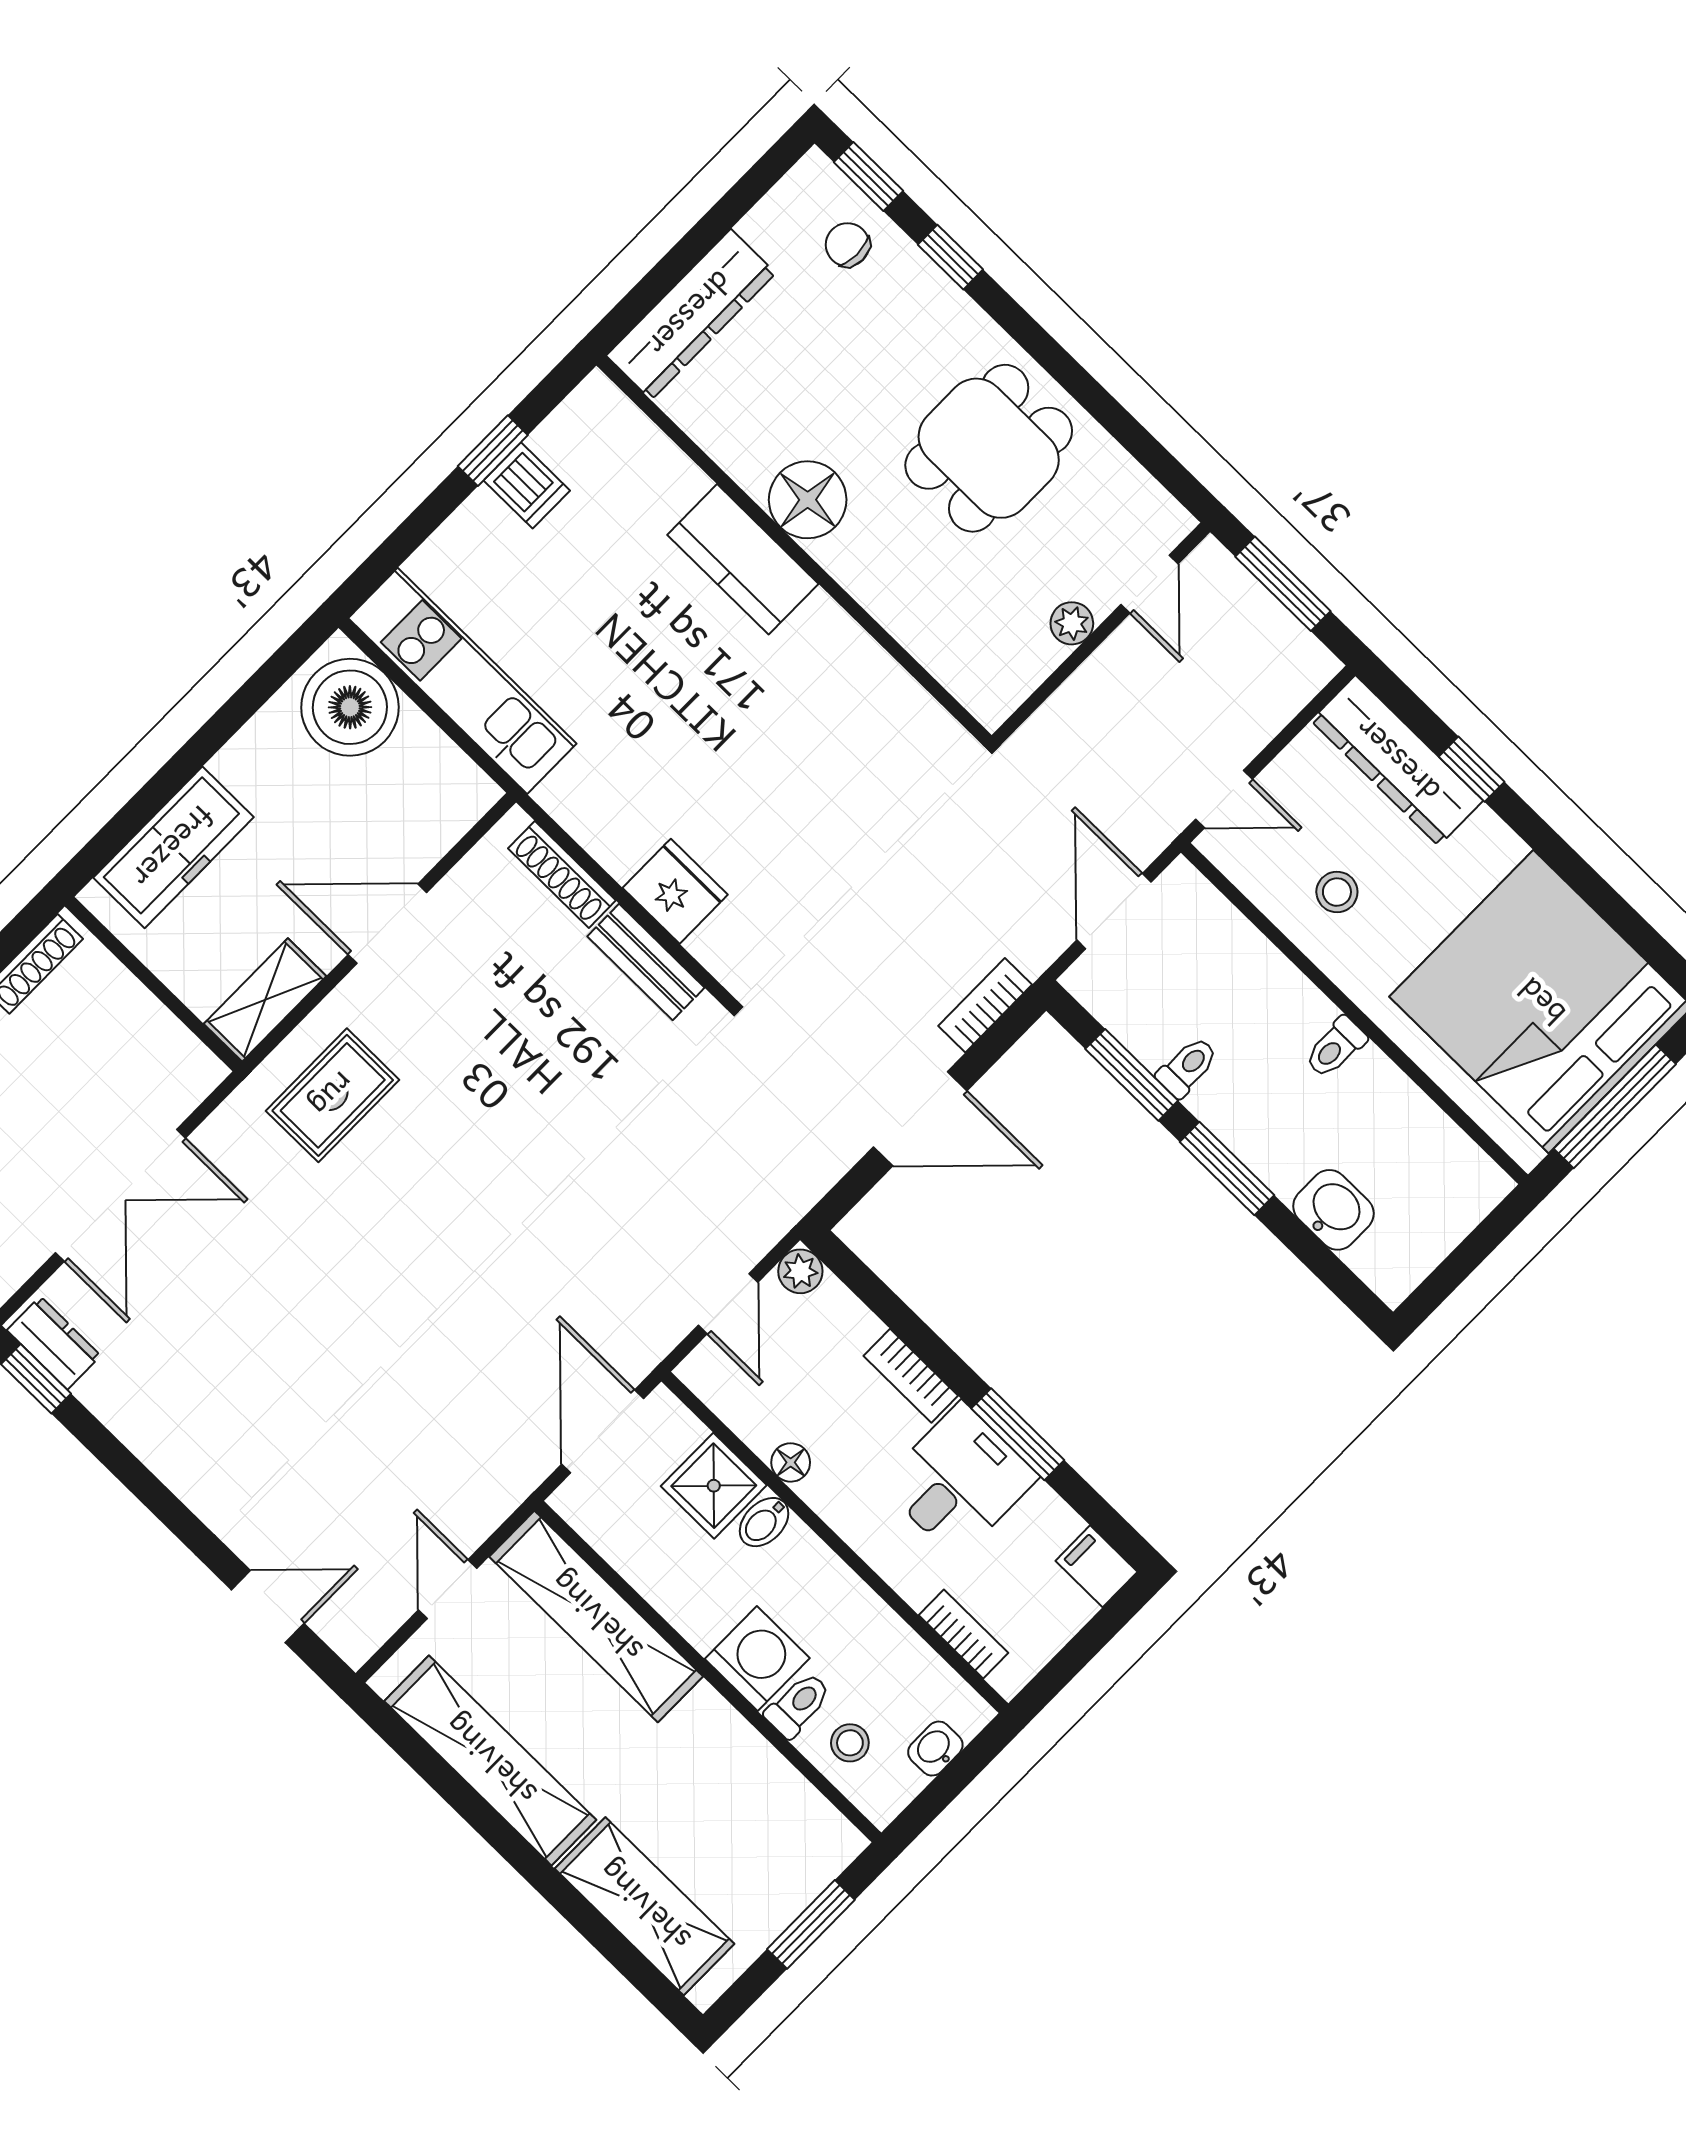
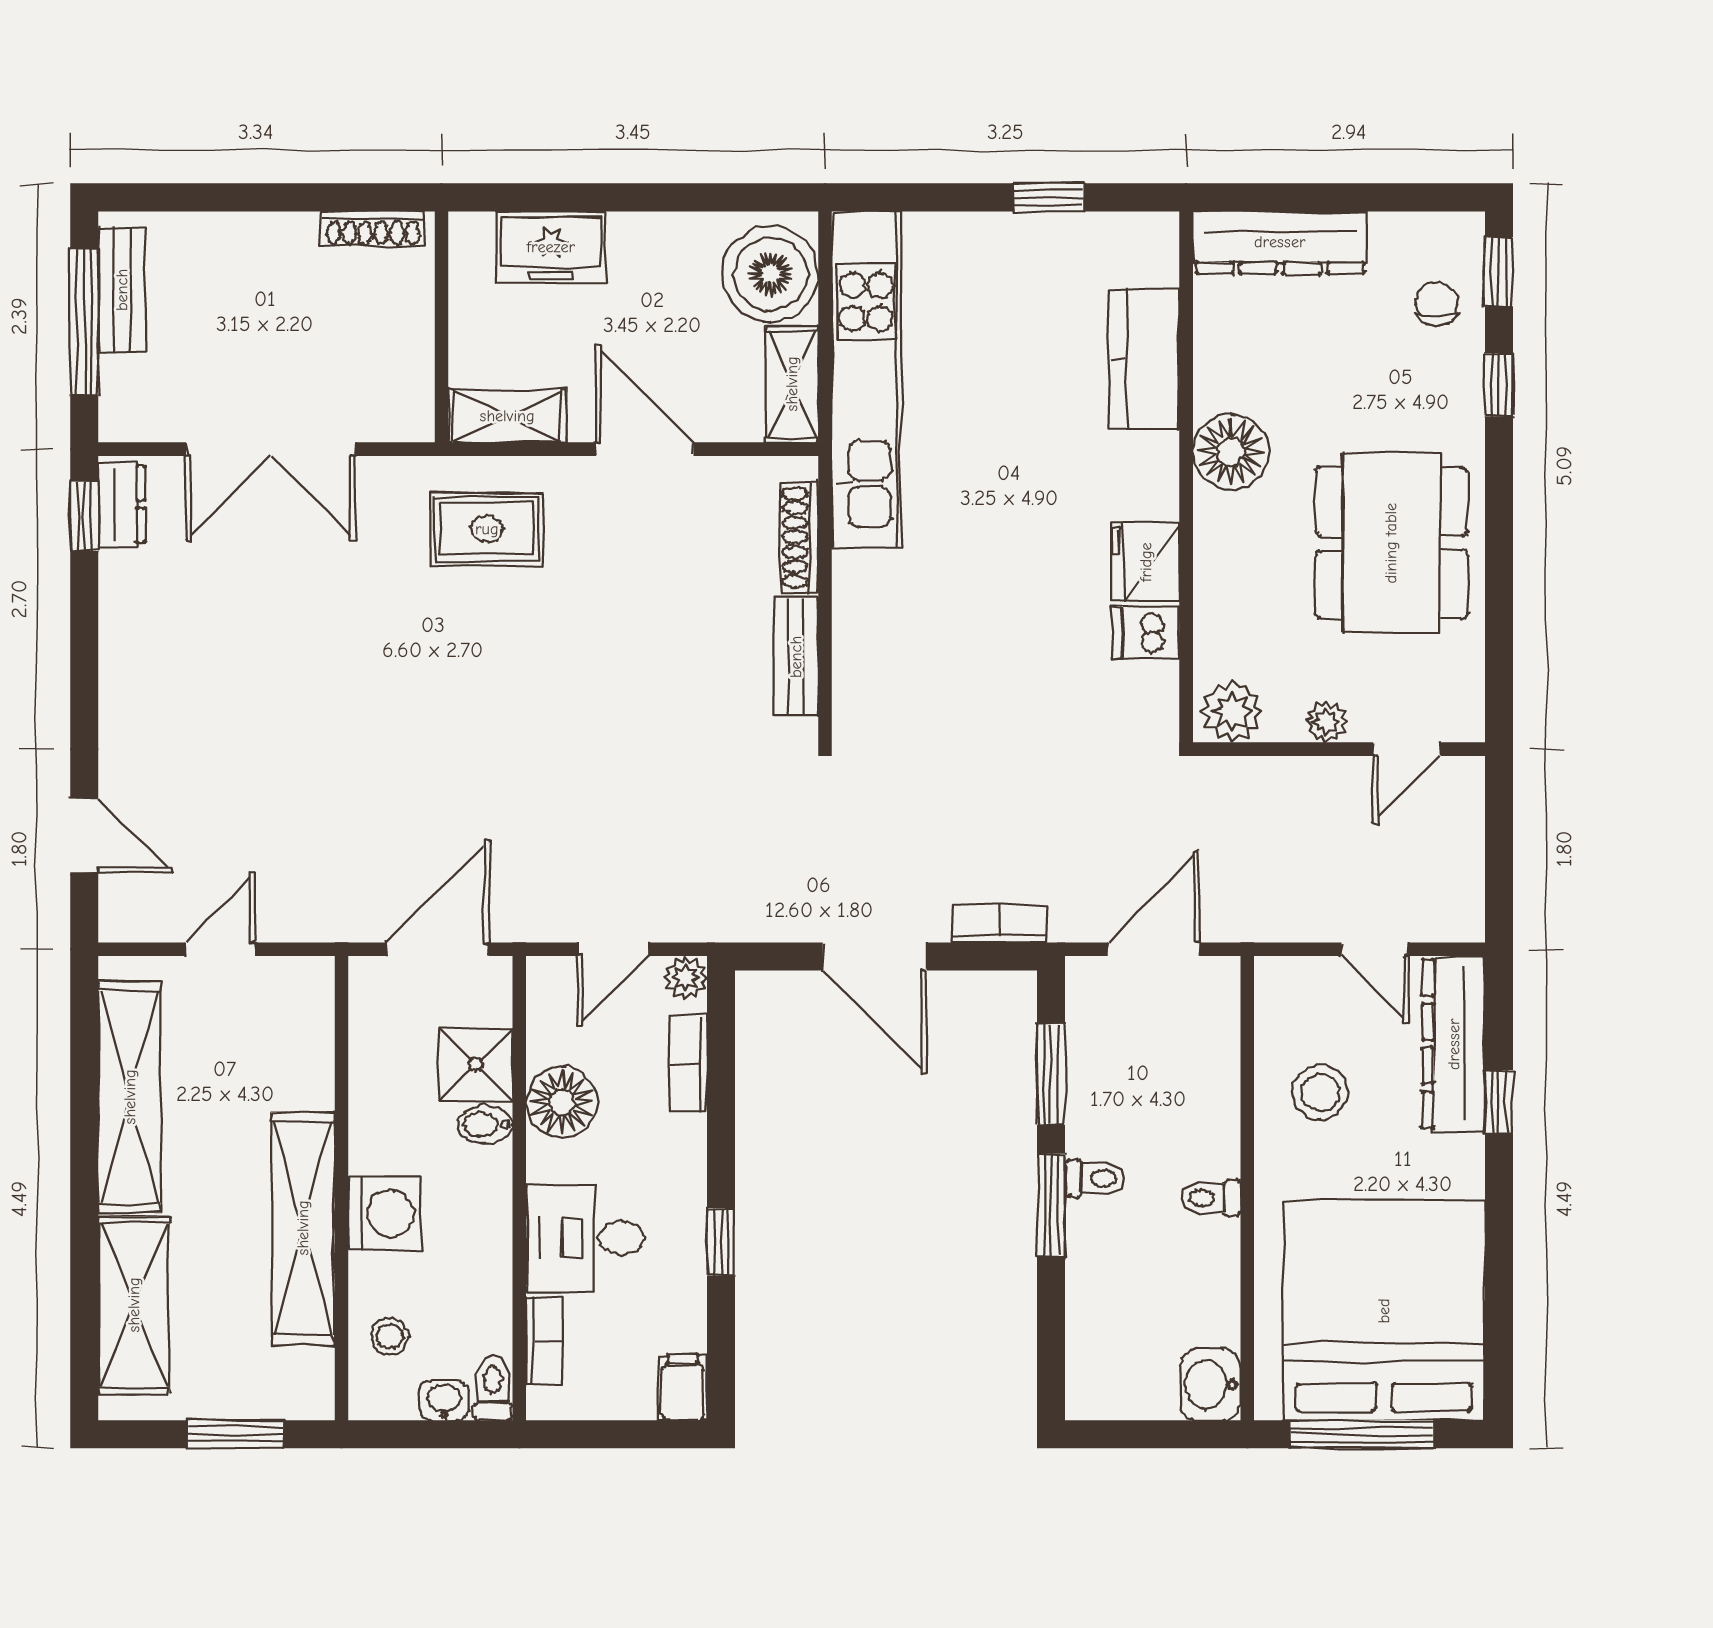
dining table: (989, 448) -> (1391, 543), width x1.38
dishwasher: (527, 485) -> (1146, 632), moved, turned 90
kitchen counter: (743, 559) -> (1144, 359), moved
window: (1283, 584) -> (1499, 842), removed
kitchen unit: (462, 681) -> (866, 379), width x1.36
plant: (997, 685) -> (1232, 712), added
shelving: (445, 770) -> (792, 384), added
door: (1224, 799) -> (1375, 949), moved
freezer: (174, 847) -> (551, 247), width x0.71
fridge: (675, 891) -> (1146, 562), moved, turned 180
stool: (1337, 892) -> (1320, 1092), width x1.37, depth x1.37
toilet: (1187, 1067) -> (1095, 1178), moved
washbasin: (1333, 1210) -> (1210, 1384), moved, turned 180
bookcase: (911, 1376) -> (688, 1064), moved
window: (1018, 1434) -> (721, 1242), width x0.67
floor lamp: (791, 1462) -> (562, 1102), width x1.89, depth x1.89
desk: (959, 1481) -> (585, 1238), moved, turned 180
shelving: (596, 1617) -> (303, 1228), moved
toilet: (798, 1705) -> (493, 1388), moved, turned -90

